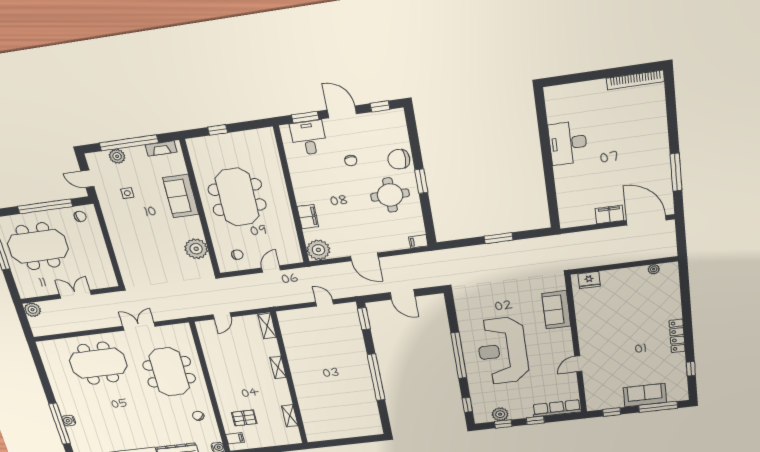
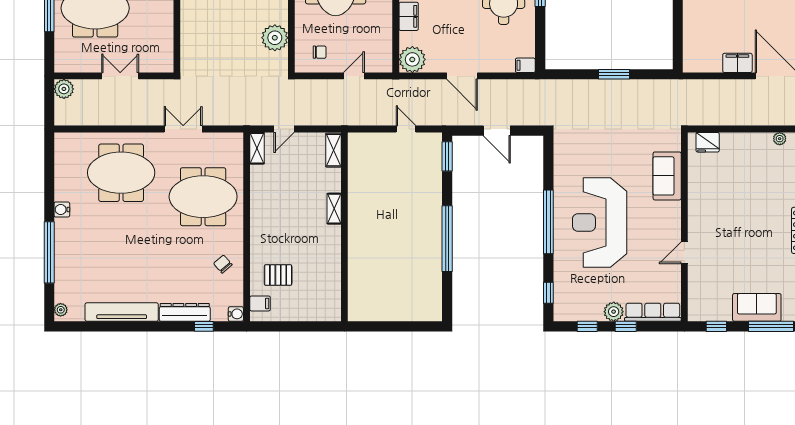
meeting table: (169, 372) -> (203, 197), turned 90
plant: (500, 414) -> (614, 312), moved
shelving: (290, 416) -> (257, 148), moved
water cooler: (69, 421) -> (62, 209), moved

